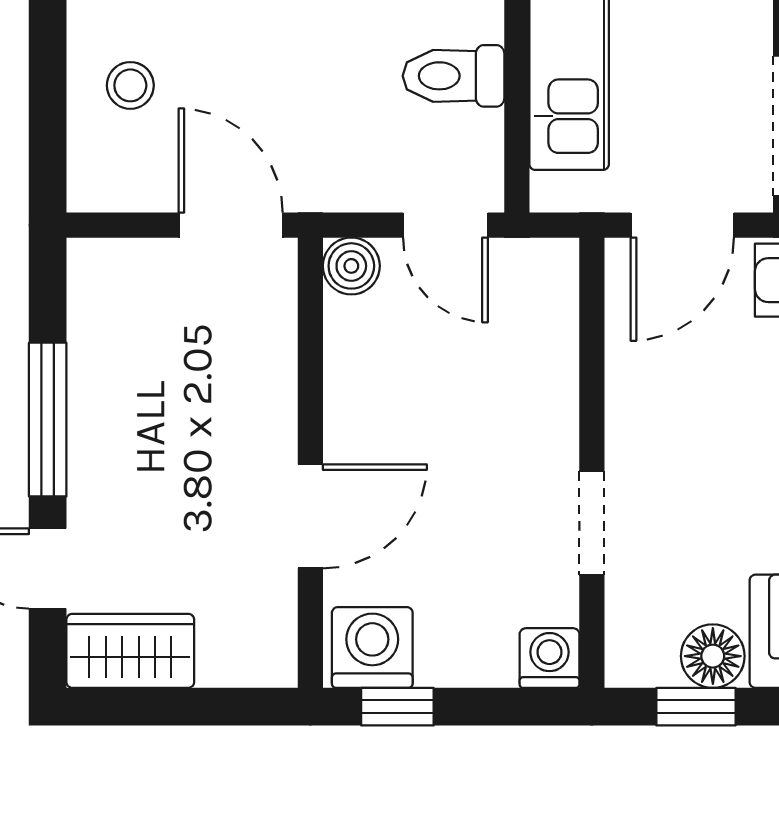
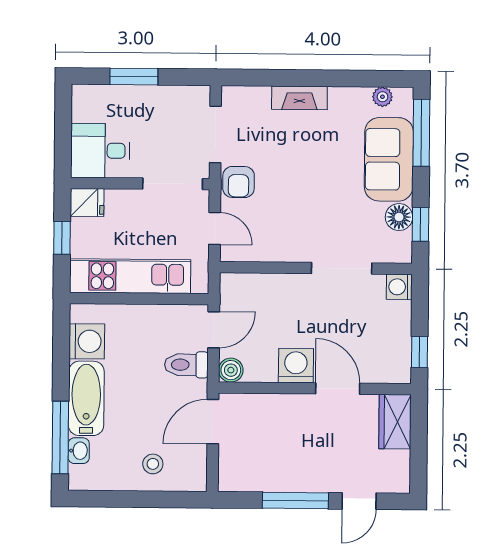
toilet: (454, 76) -> (186, 365), moved, turned 90
door: (682, 225) -> (215, 228), width x0.73
doorway: (592, 523) -> (342, 268), width x1.38
washing machine: (372, 647) -> (296, 366), moved, turned 90
wardrobe: (130, 651) -> (395, 422), moved

